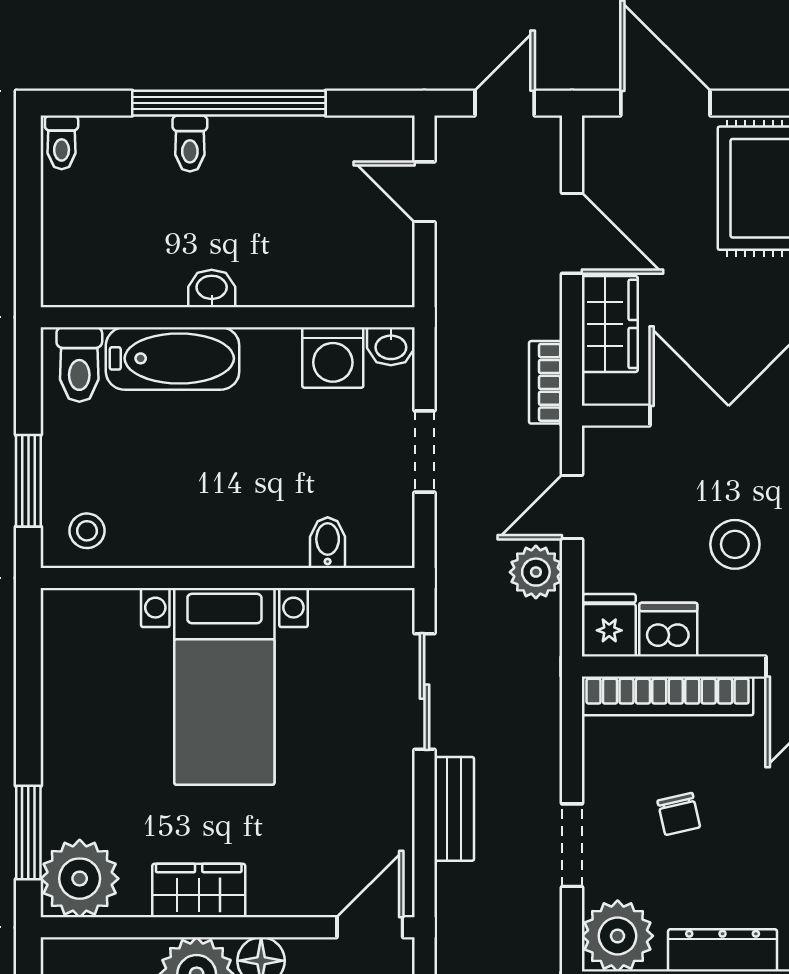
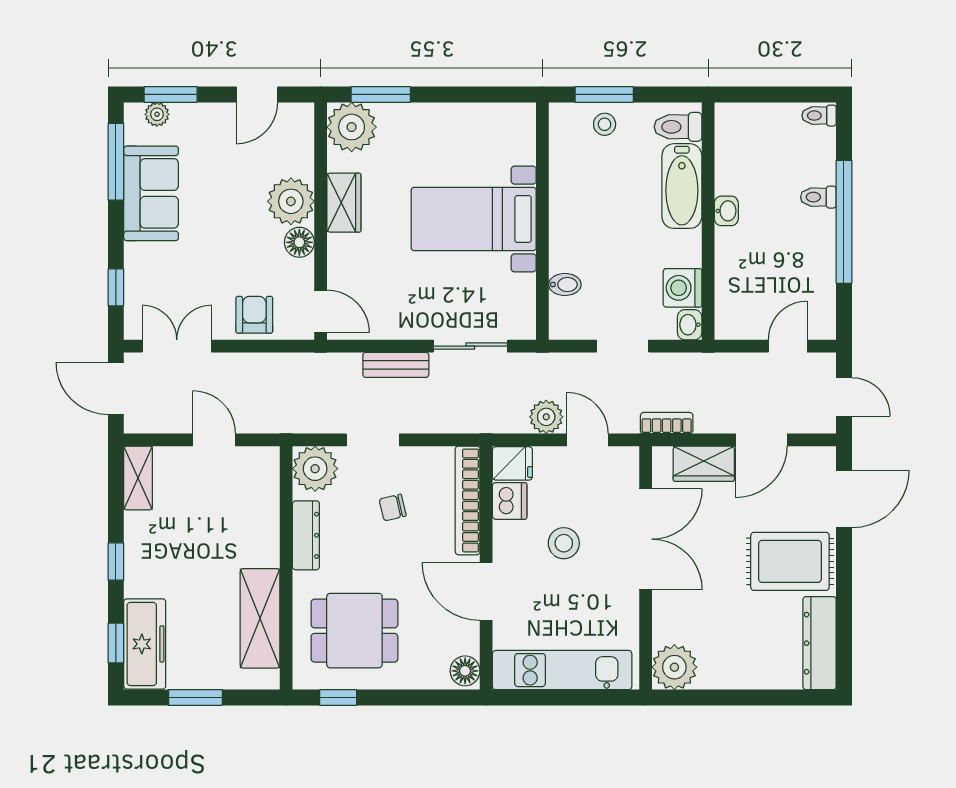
stool: (87, 531) -> (605, 124), moved

